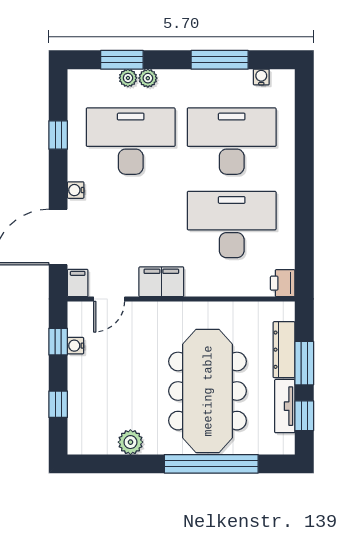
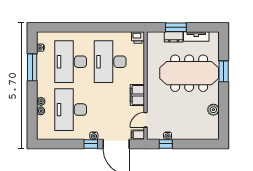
window: (122, 60) -> (32, 114), removed
window: (58, 135) -> (91, 144), moved
door: (109, 299) -> (145, 120), swing flipped
dresser: (284, 350) -> (174, 37), width x0.70
window: (58, 404) -> (195, 144), removed
window: (304, 416) -> (201, 27), removed
window: (211, 464) -> (224, 71), width x0.47

